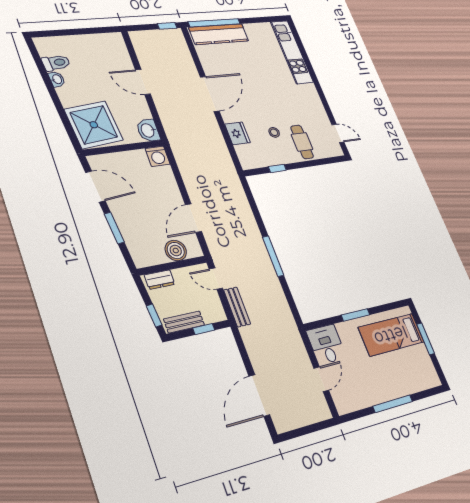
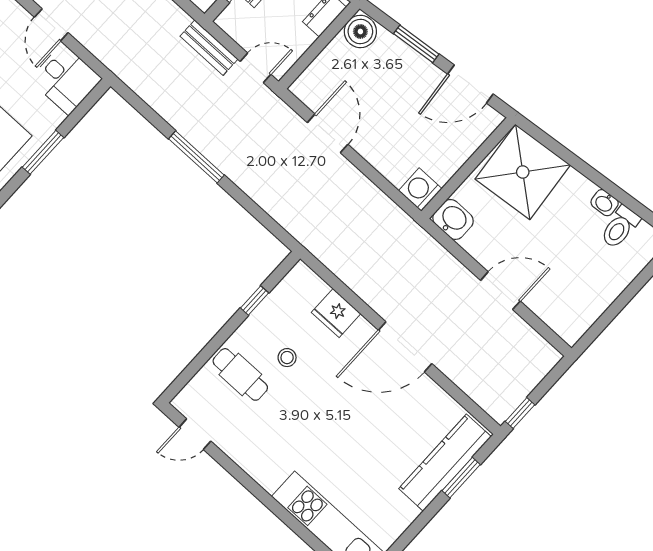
window: (214, 23) -> (461, 478), width x0.47
door: (210, 94) -> (405, 347), hinge flipped
boiler: (176, 251) -> (360, 31), moved

